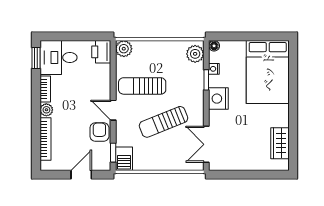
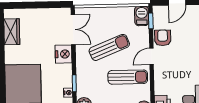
nightstand: (218, 99) -> (64, 54), moved
door: (113, 110) -> (152, 56), swing flipped
armchair: (99, 132) -> (163, 38), turned 180

